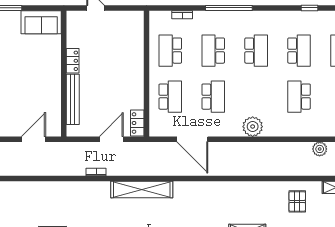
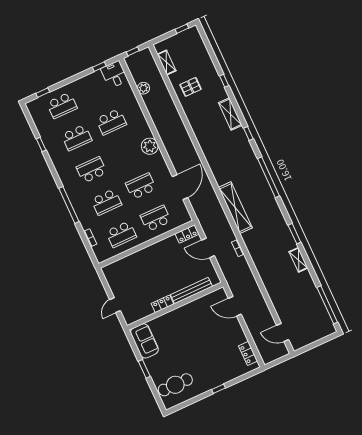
school desk: (299, 51) -> (77, 138), turned 180

